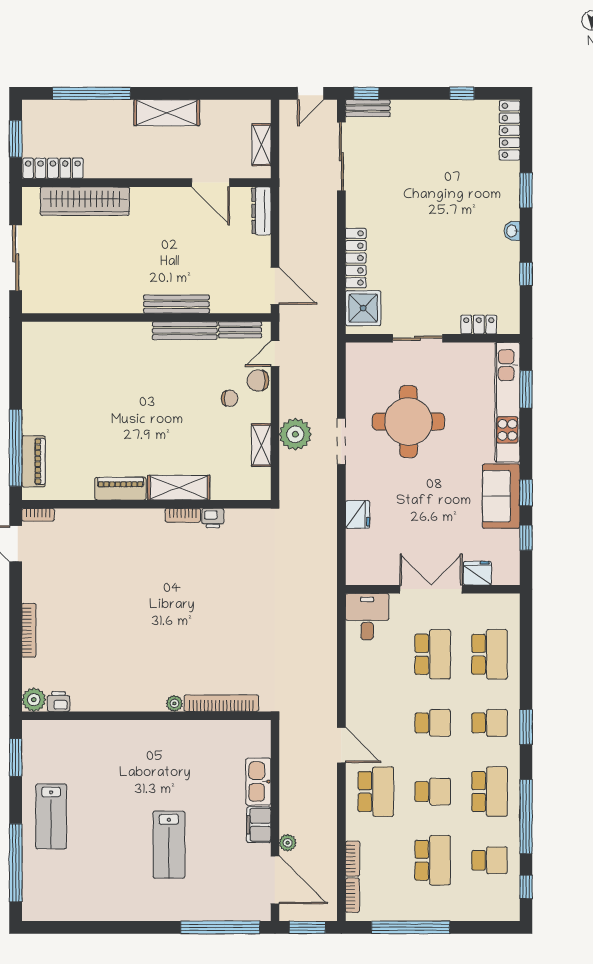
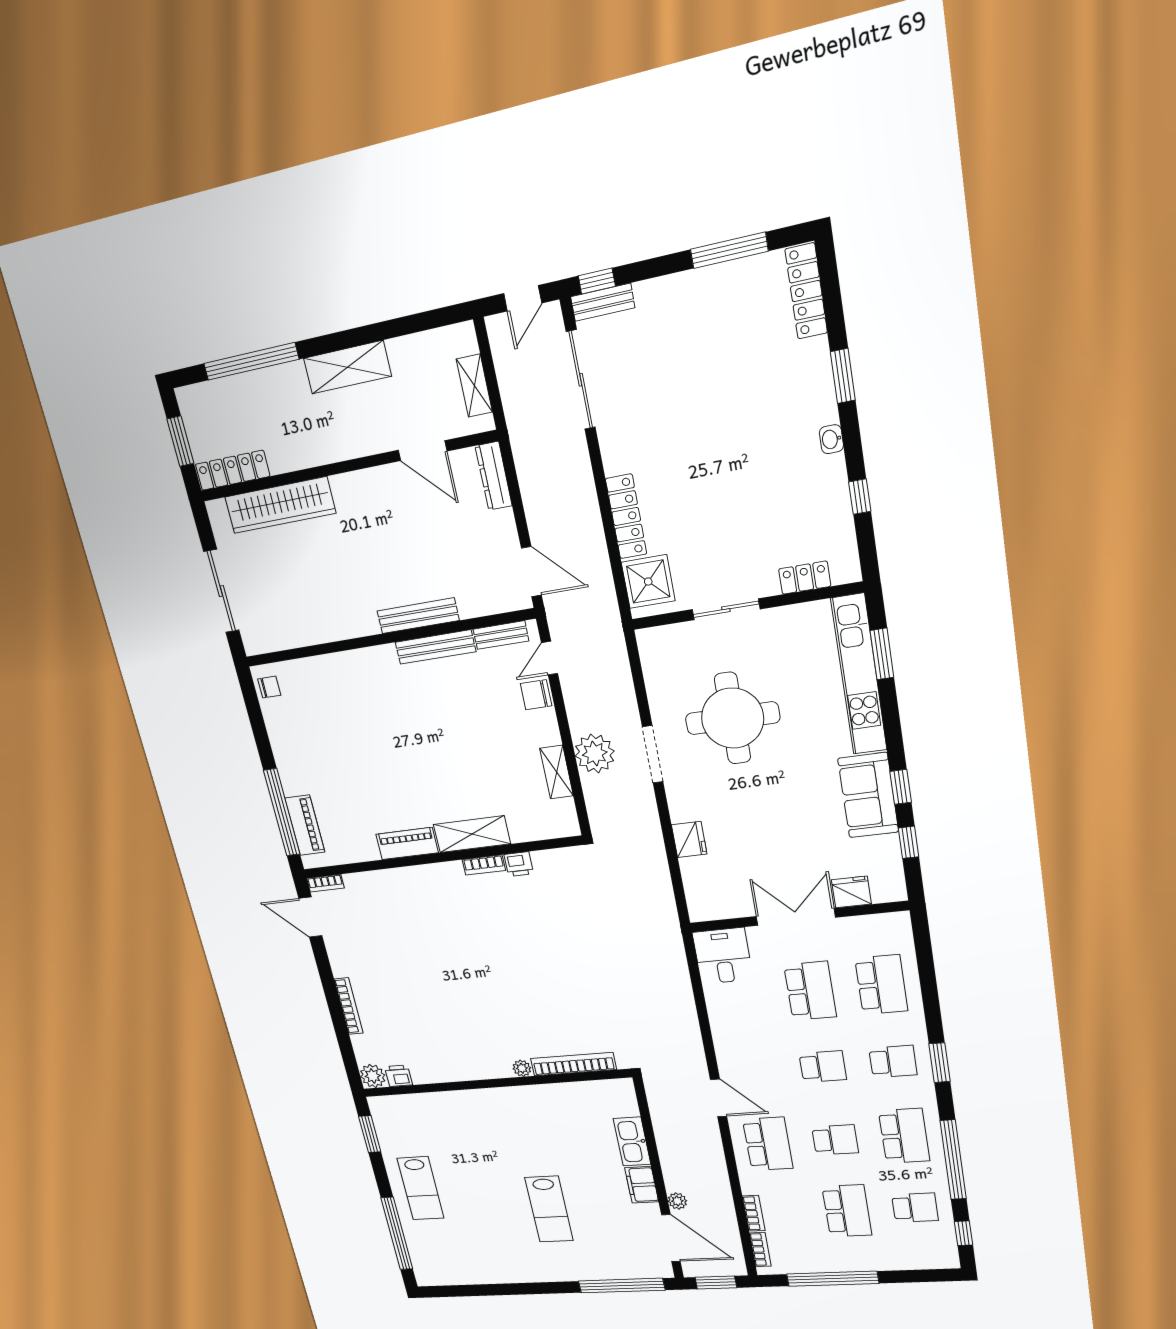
window: (462, 93) -> (729, 250), width x2.17
chair: (230, 398) -> (269, 687), moved

